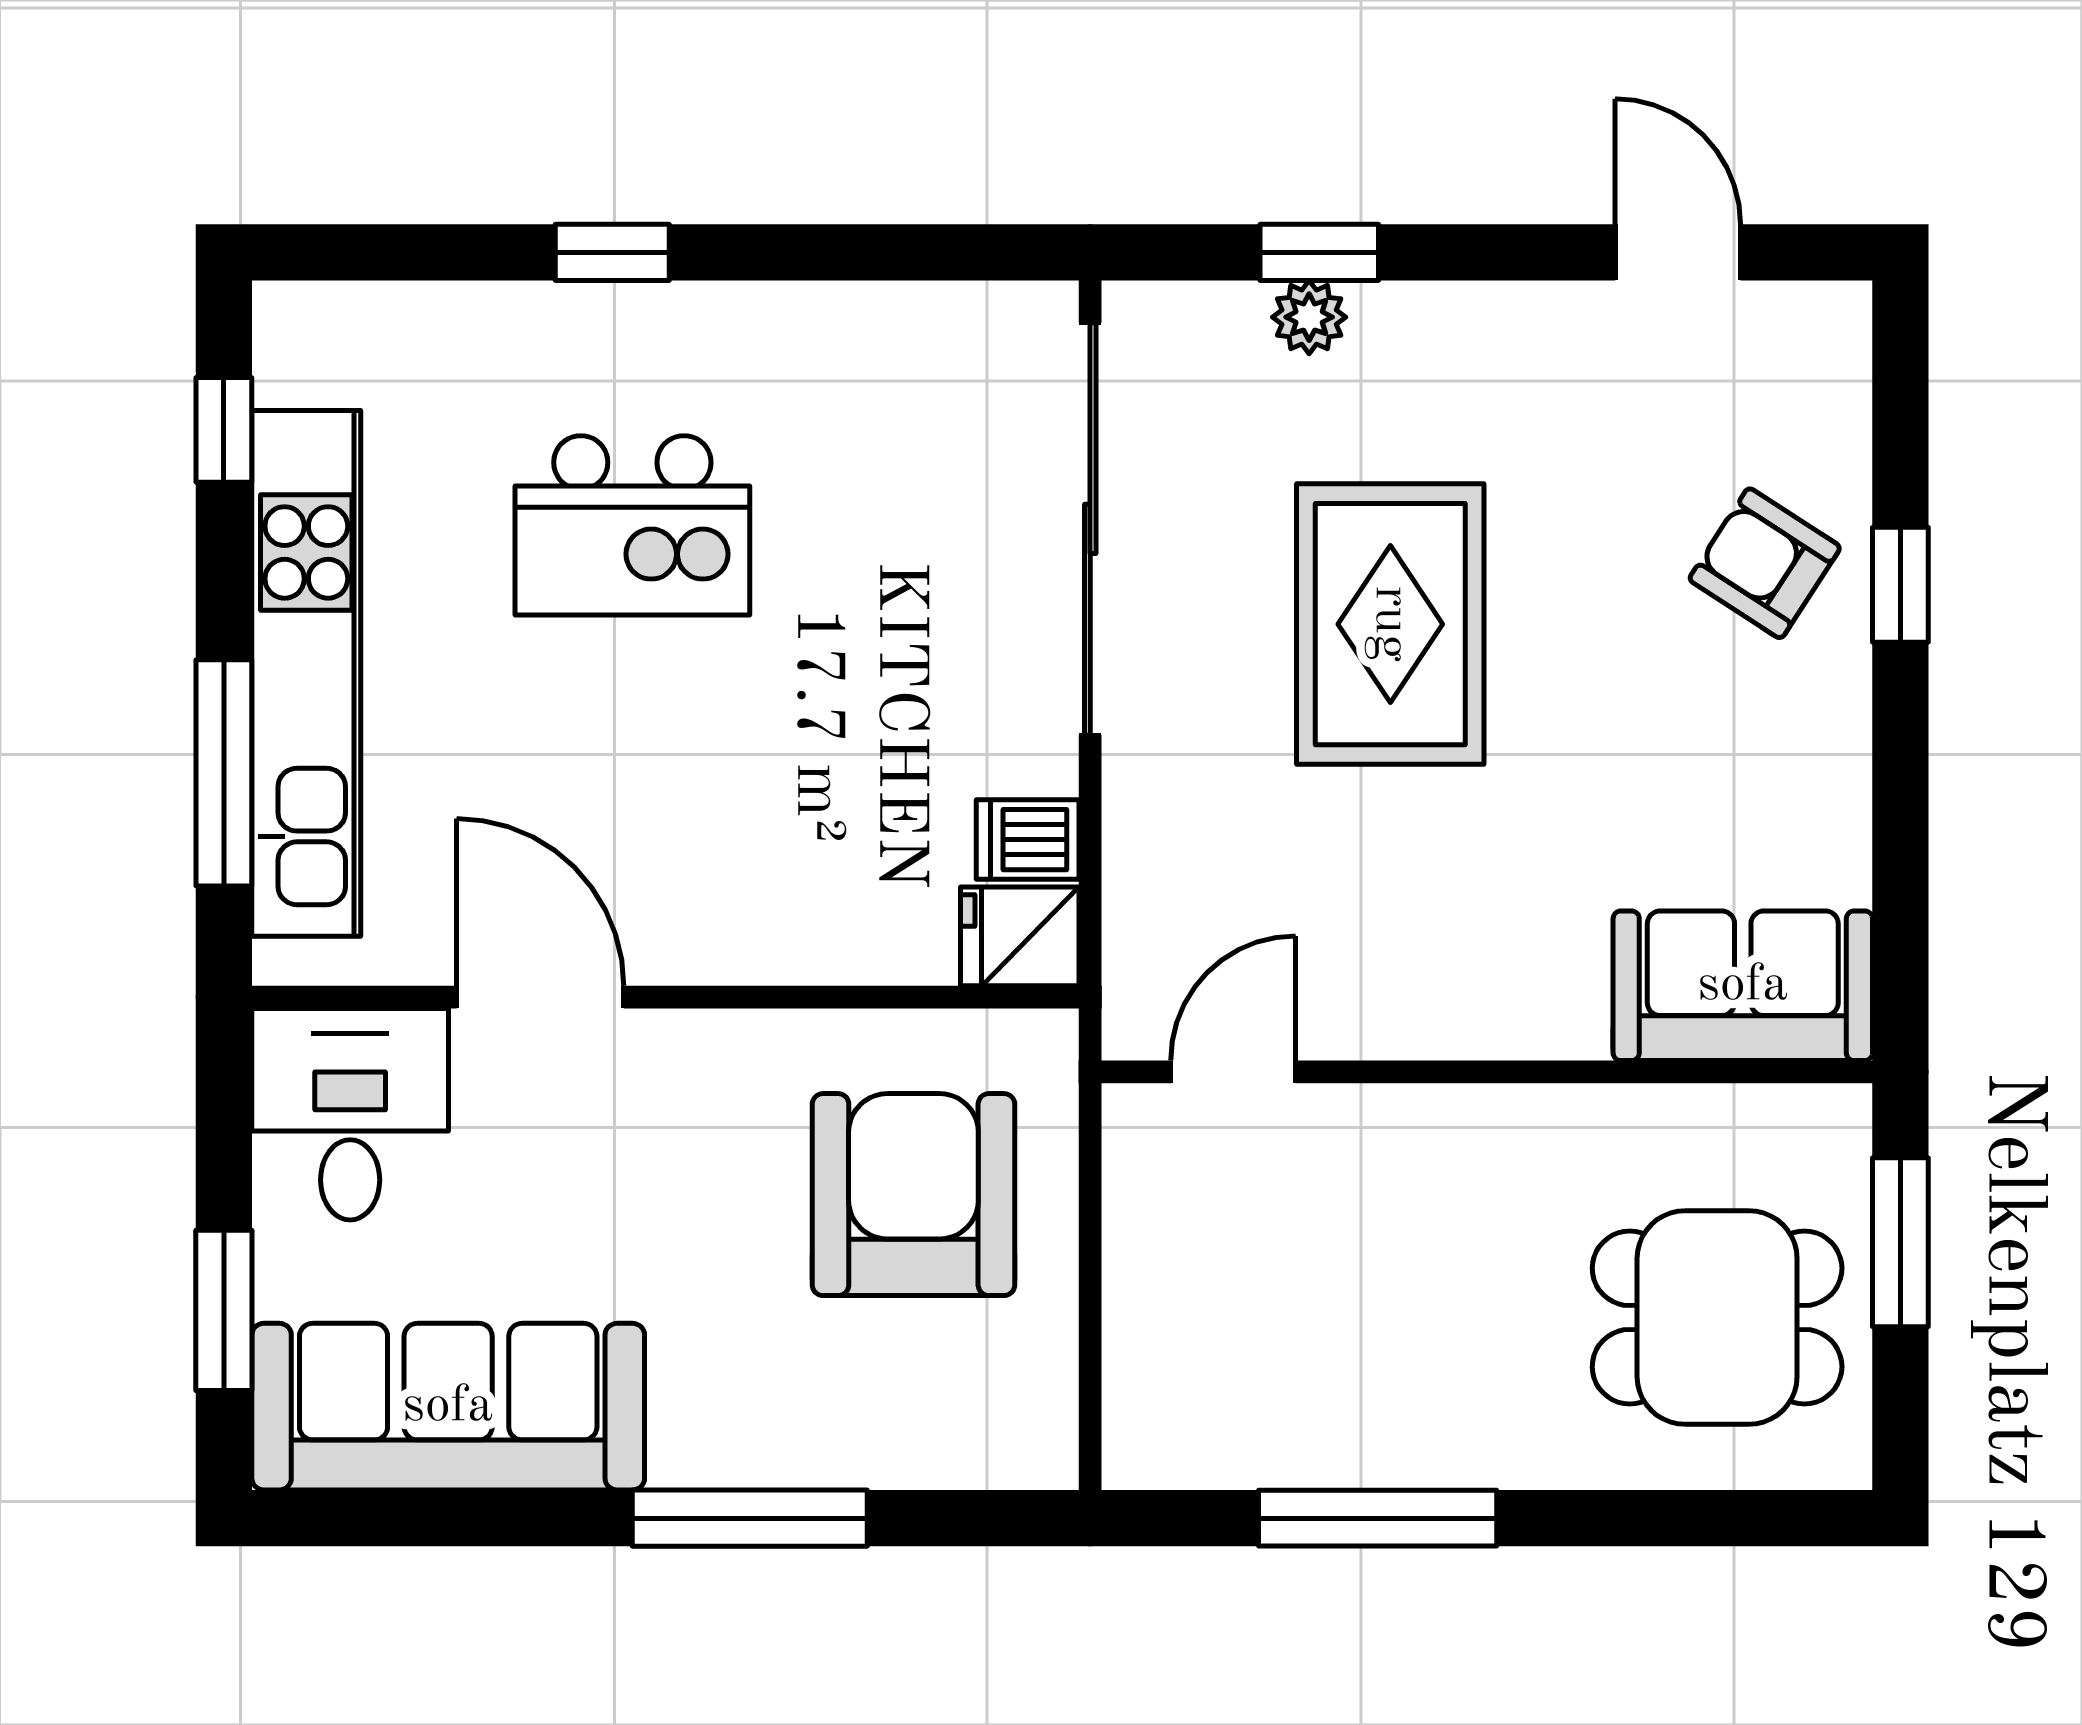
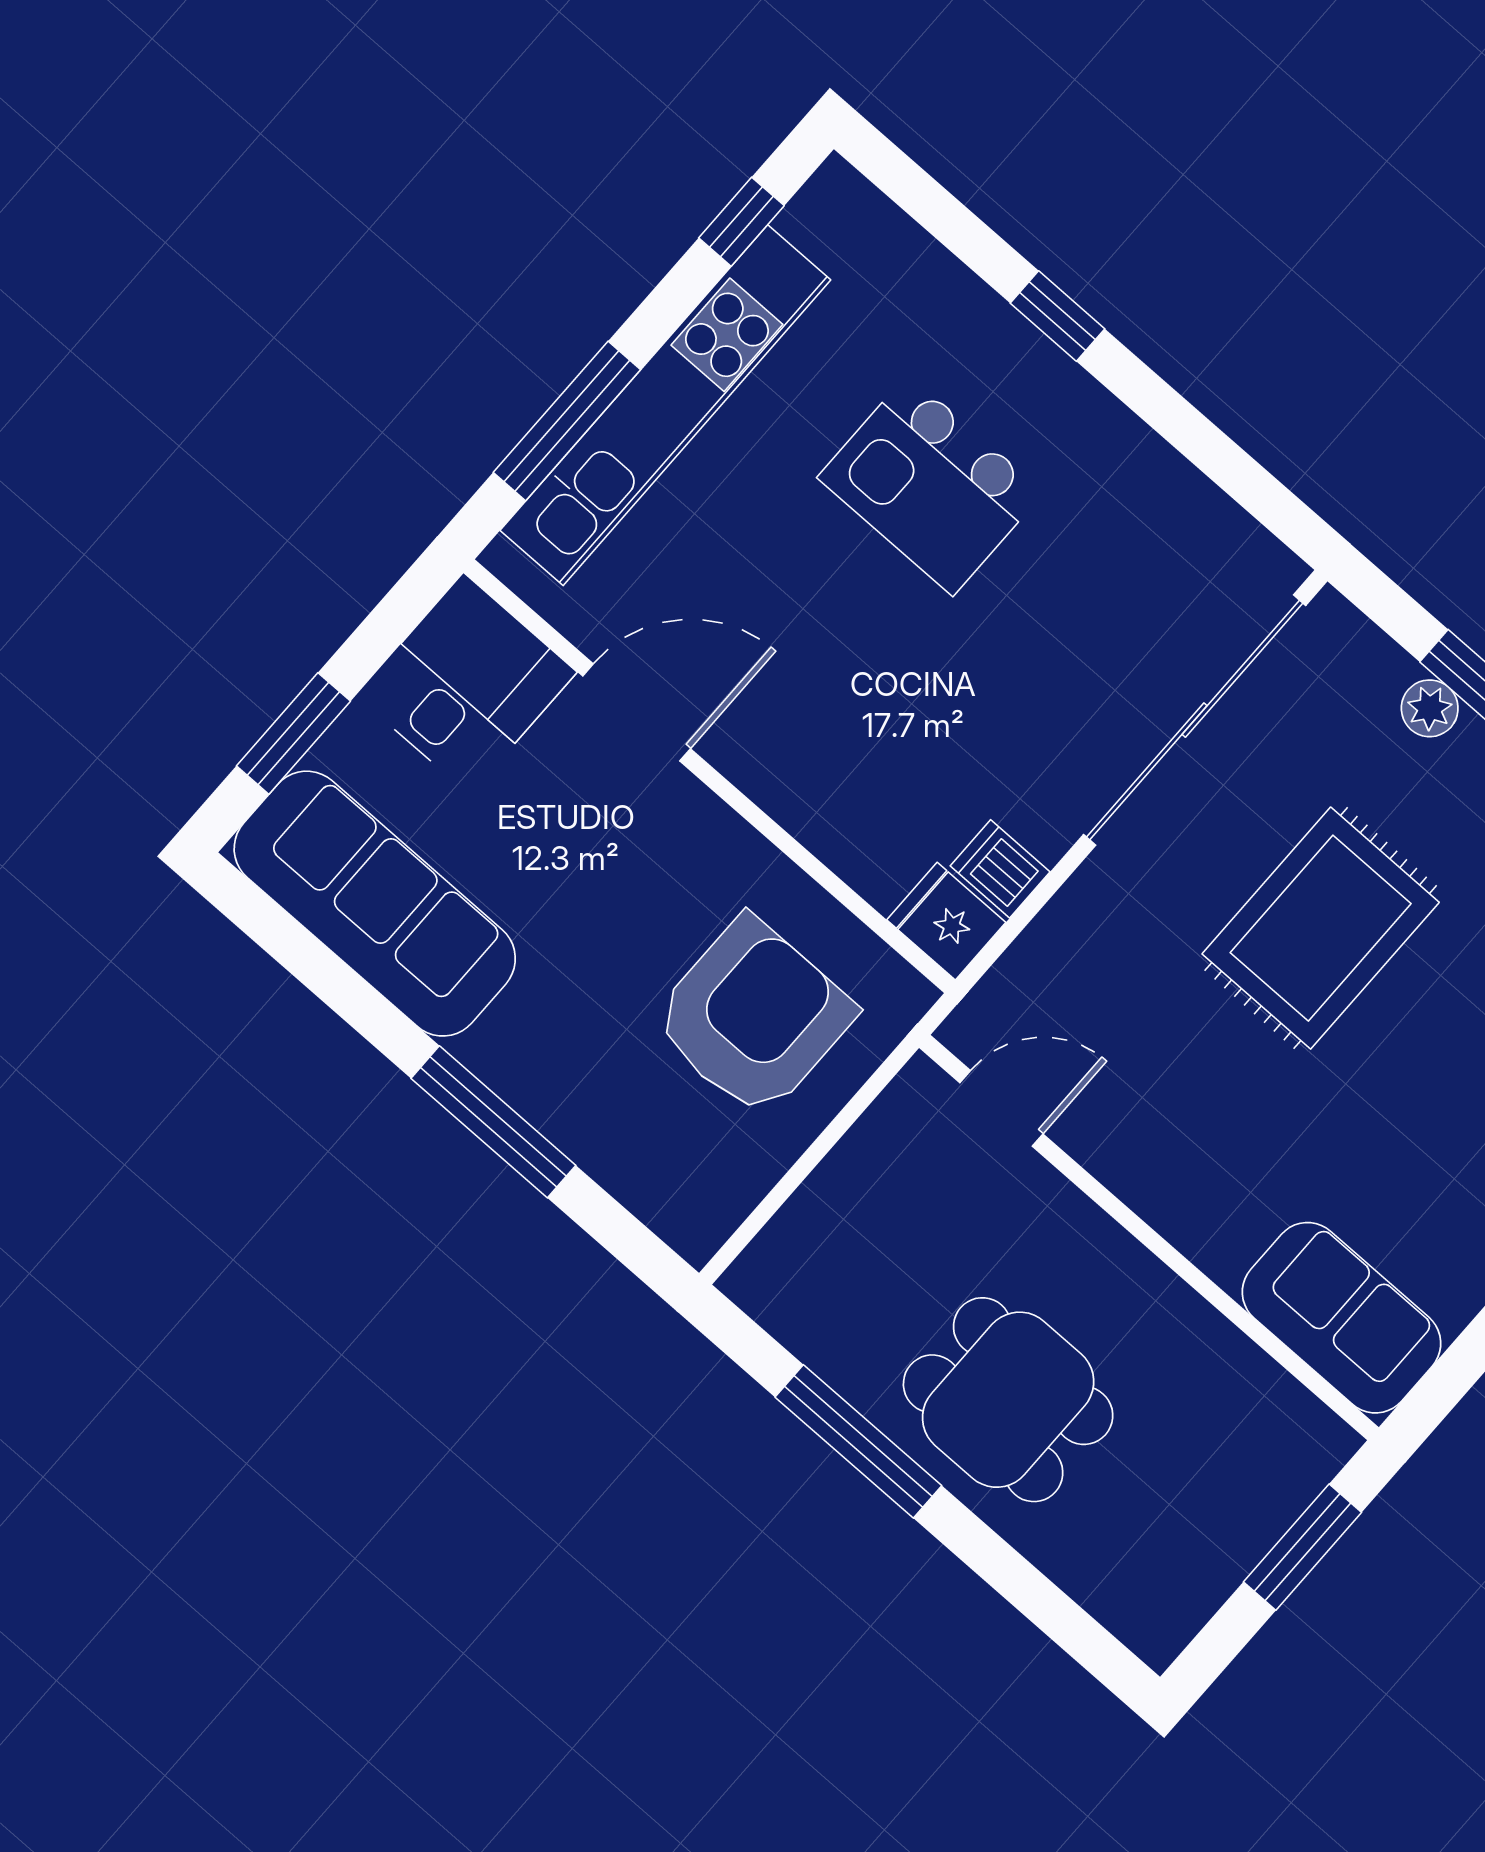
door: (540, 997) -> (637, 712), hinge flipped
dining table: (1717, 1317) -> (1008, 1400), moved

